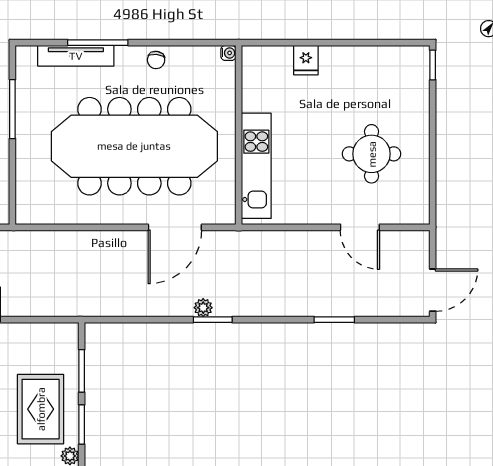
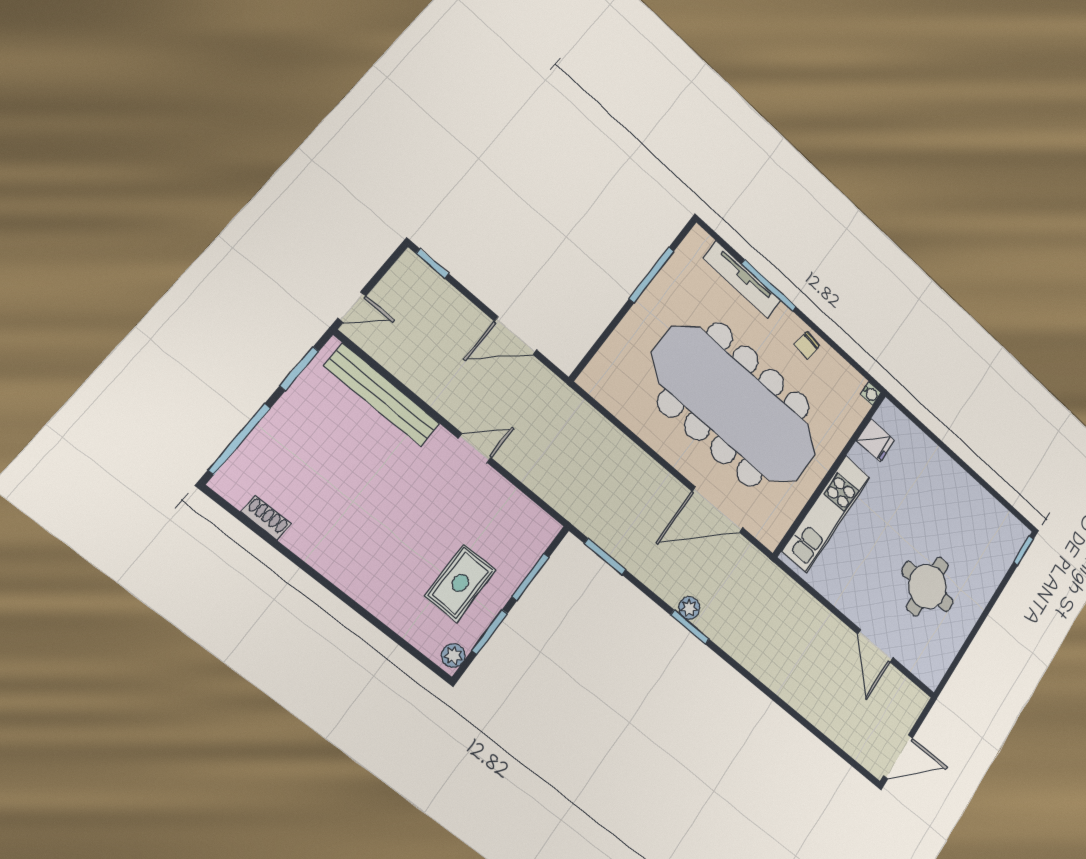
fridge: (306, 60) -> (876, 440), moved, turned -90
window: (334, 320) -> (605, 557), moved
rug: (41, 409) -> (460, 583), width x0.73, depth x0.70

